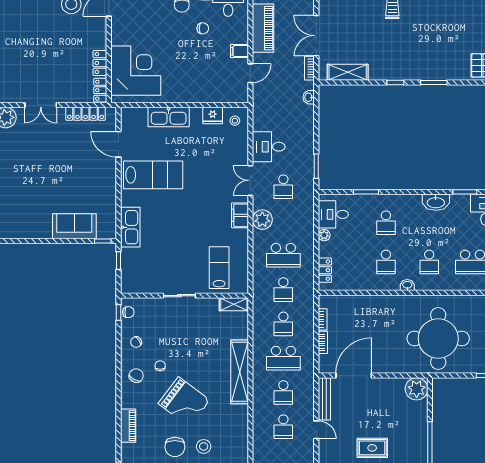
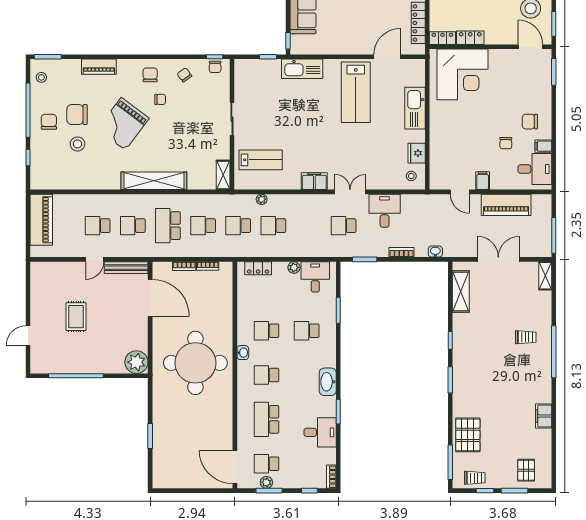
bookcase: (309, 68) -> (402, 252), moved
plant: (262, 220) -> (262, 199), moved, width x0.53, depth x0.53
school desk: (283, 255) -> (273, 226), width x0.54
round table: (438, 339) -> (195, 363), moved
chair: (136, 376) -> (150, 75), turned -119

